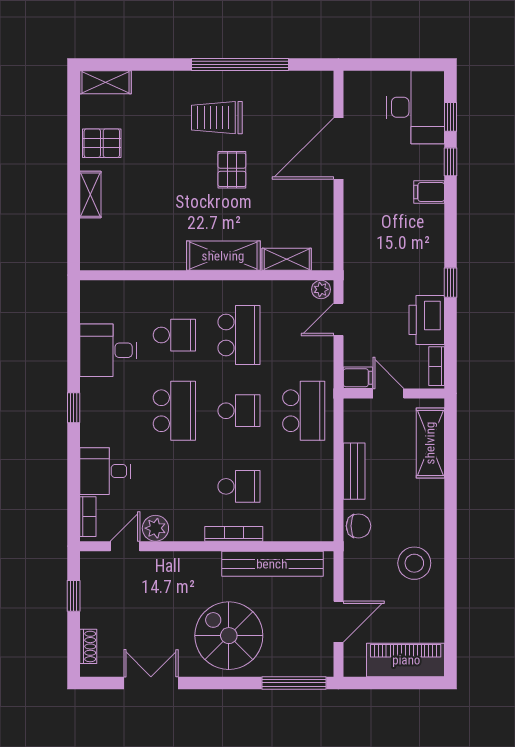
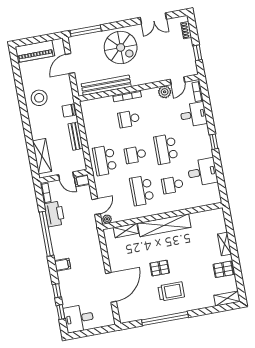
desk: (416, 107) -> (79, 318), width x0.73
pallet: (232, 170) -> (160, 268), turned 90
filing cabinet: (429, 192) -> (63, 265), moved
shelving: (223, 256) -> (164, 225), width x1.47
window: (451, 283) -> (46, 234), width x3.17

